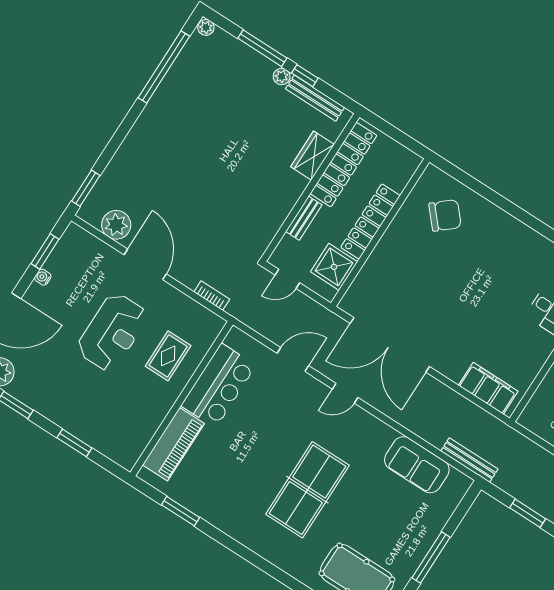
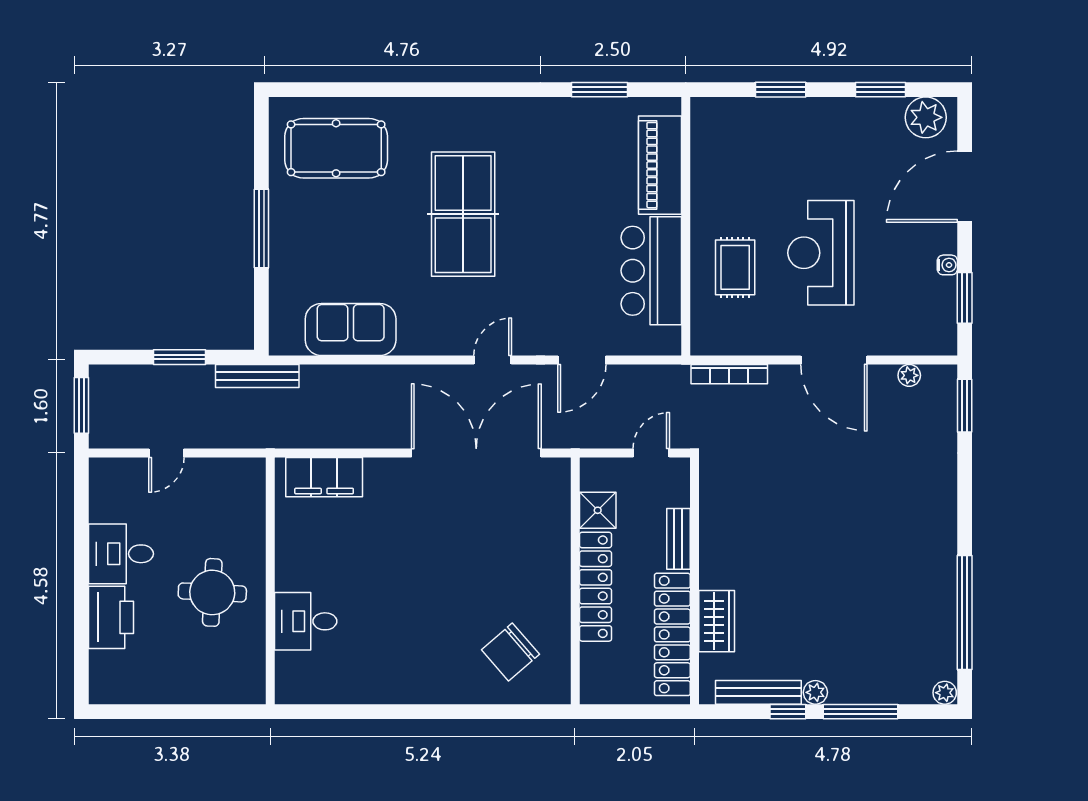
plant: (116, 225) -> (909, 375), width x0.53, depth x0.53
shower: (334, 267) -> (598, 510), width x0.73, depth x0.73
bookcase: (212, 296) -> (729, 374), width x1.56
bench: (469, 460) -> (257, 376), moved

